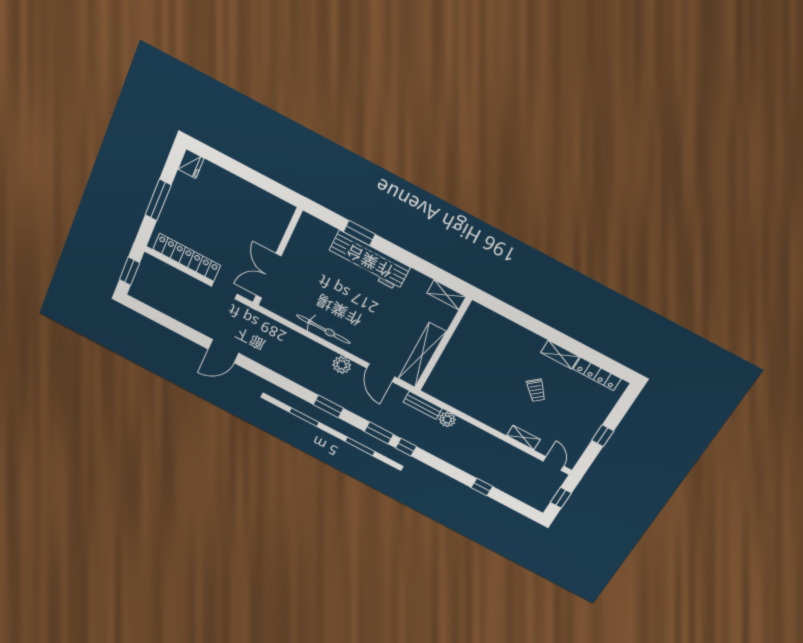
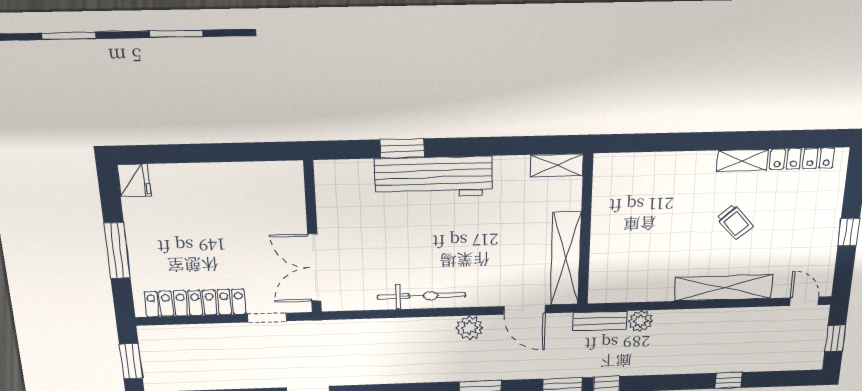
shelving: (523, 437) -> (723, 288), width x2.20, depth x1.33

